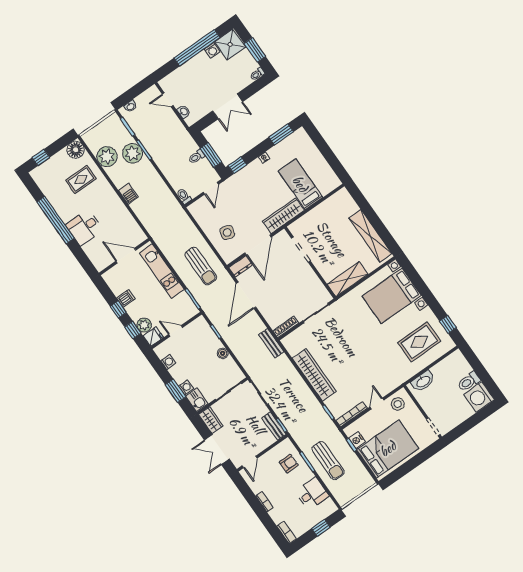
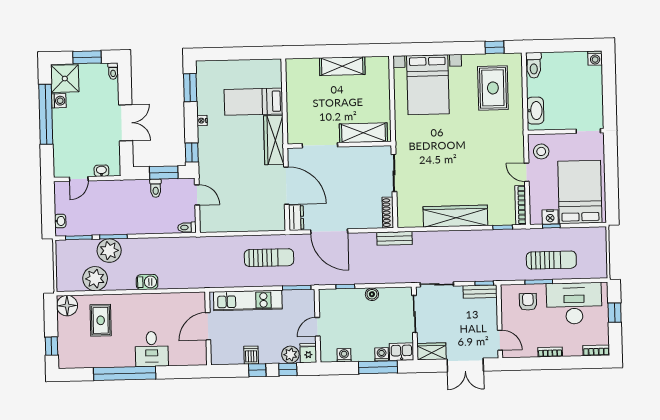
side table: (227, 233) -> (253, 208), removed
shelving: (370, 236) -> (342, 66), width x0.68
shelving: (348, 279) -> (363, 133), moved, turned 90
toilet: (469, 382) -> (534, 65), moved
window: (175, 391) -> (378, 367), width x1.44
washing machine: (479, 397) -> (595, 58), width x0.53, depth x0.53
desk: (312, 494) -> (574, 303), width x1.87, depth x1.30

